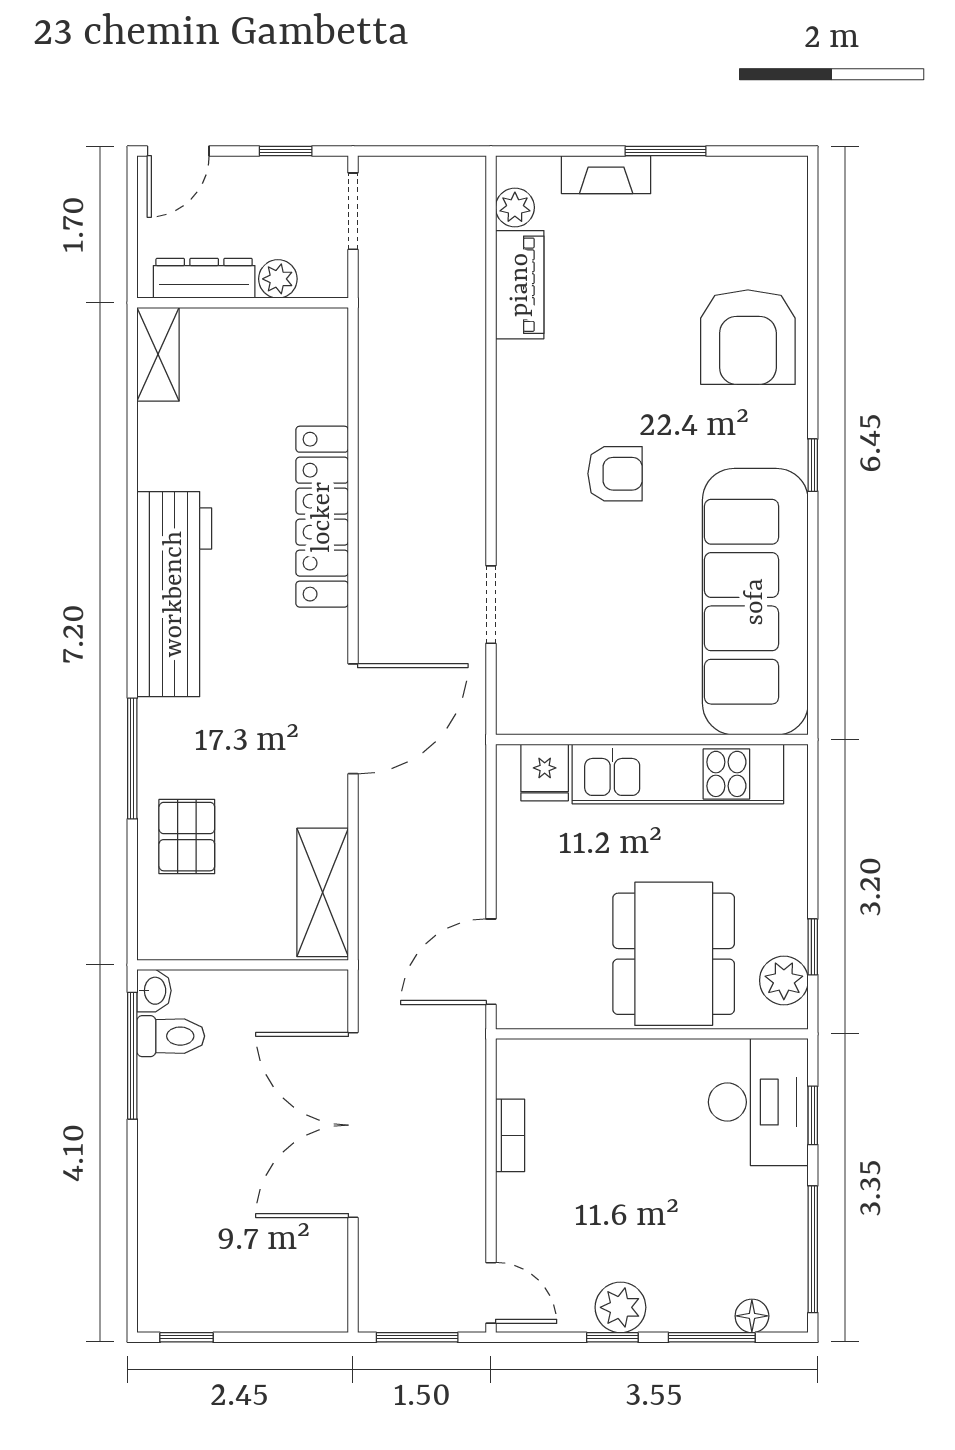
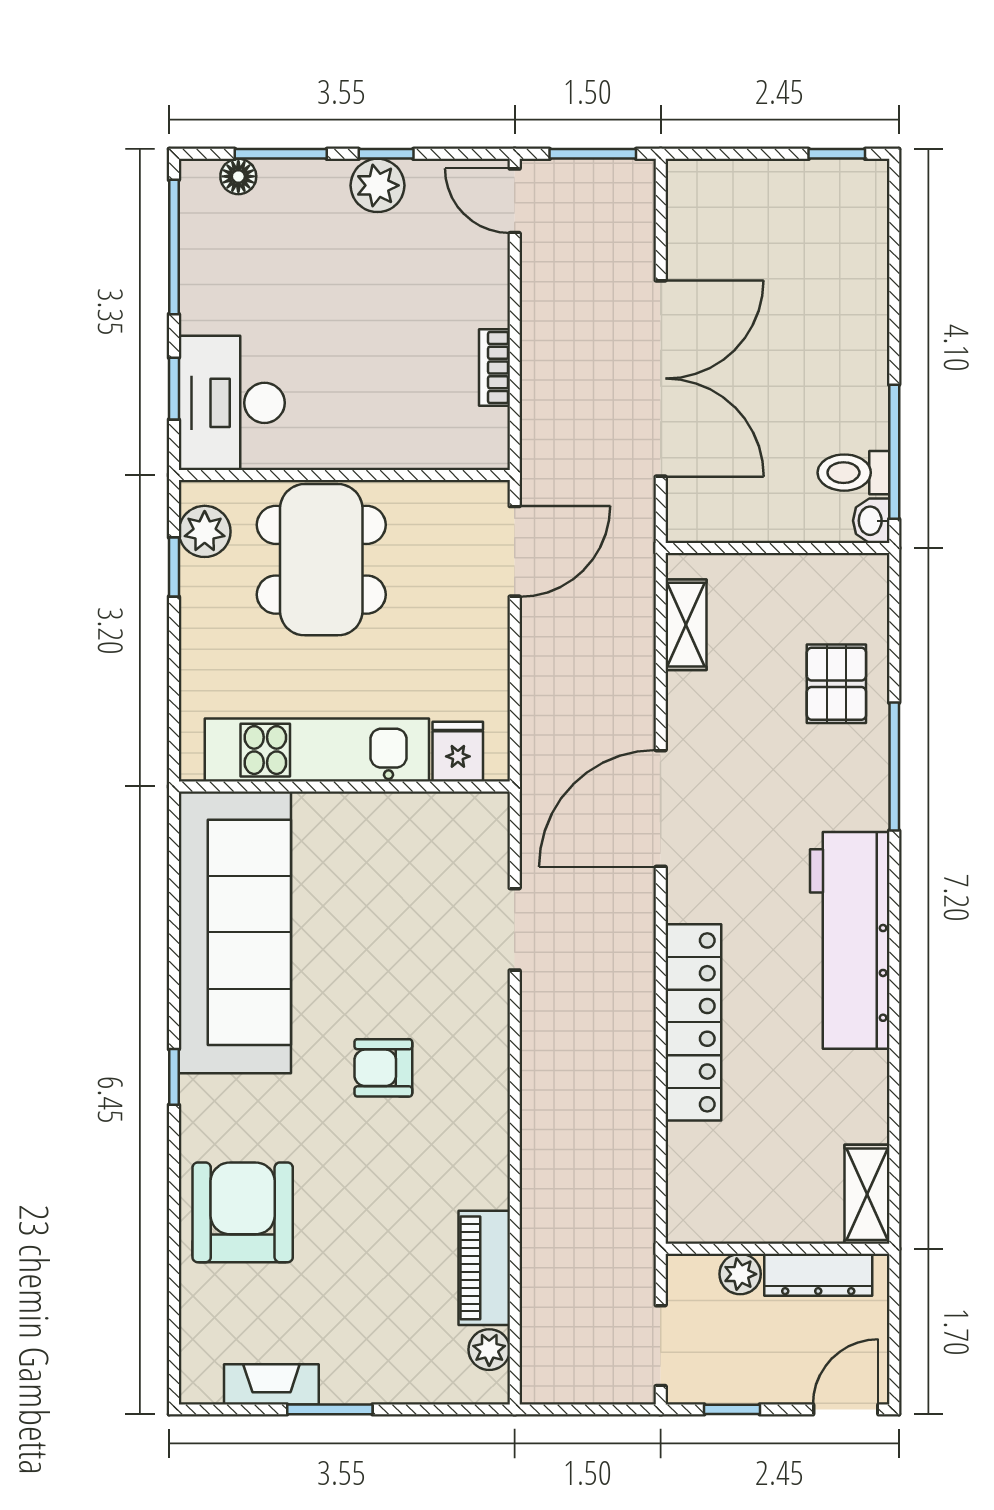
fireplace: (606, 175) -> (271, 1384), moved
shelving: (323, 892) -> (686, 625), width x0.67, depth x0.75

